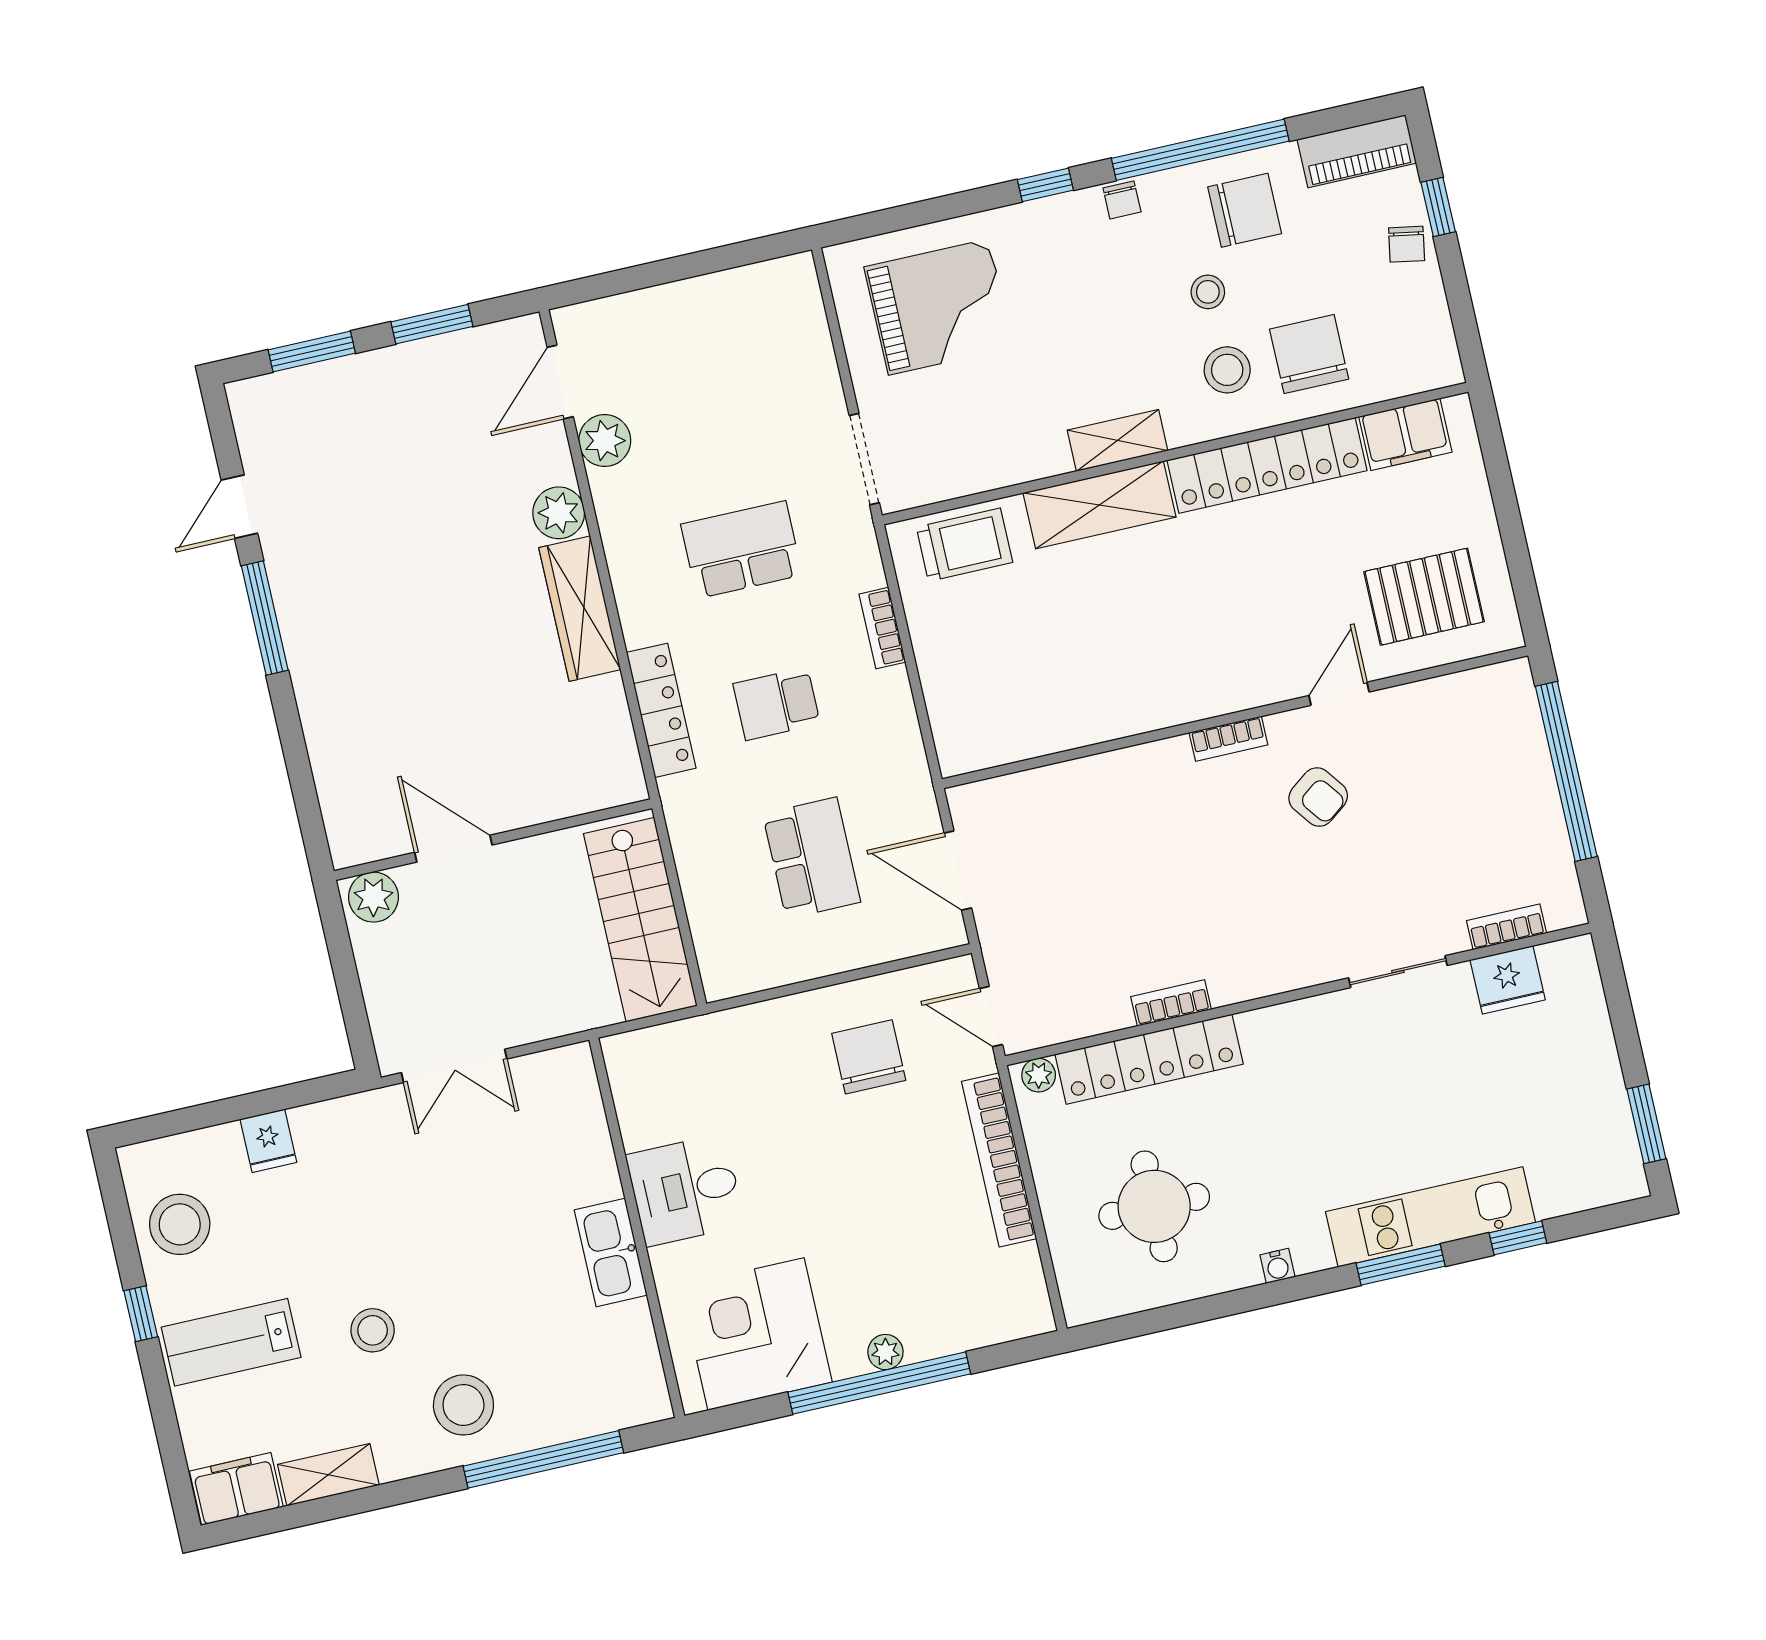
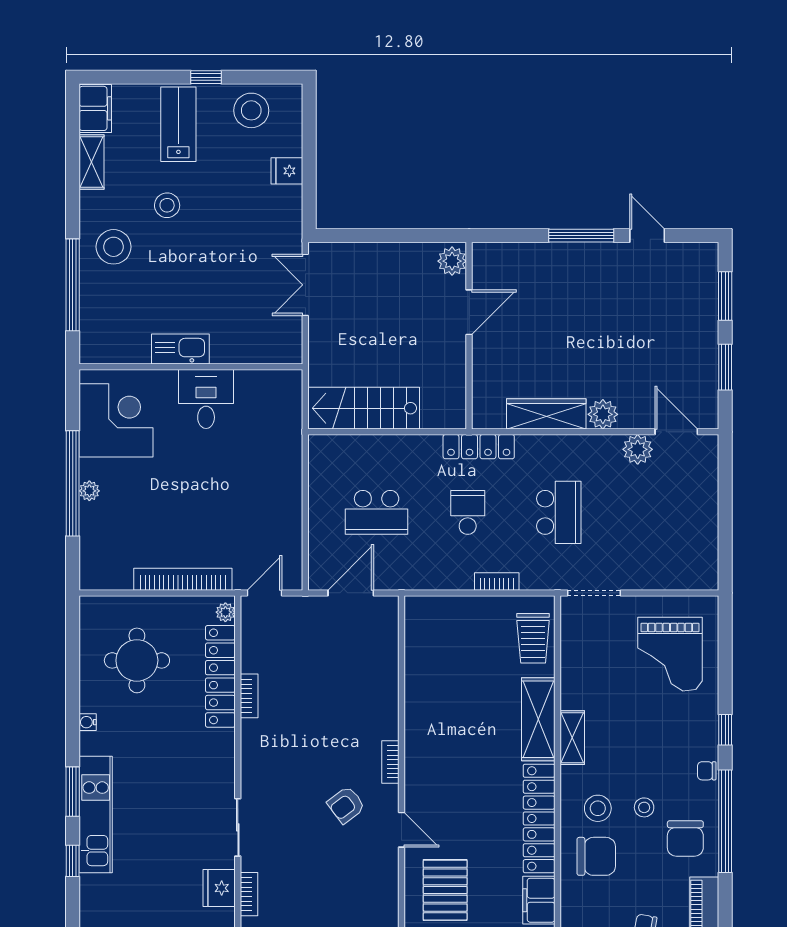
wall: (493, 840) -> (469, 336), moved
door: (453, 849) -> (469, 312), moved
plant: (373, 897) -> (452, 261), moved
chair: (869, 1057) -> (257, 519), removed

